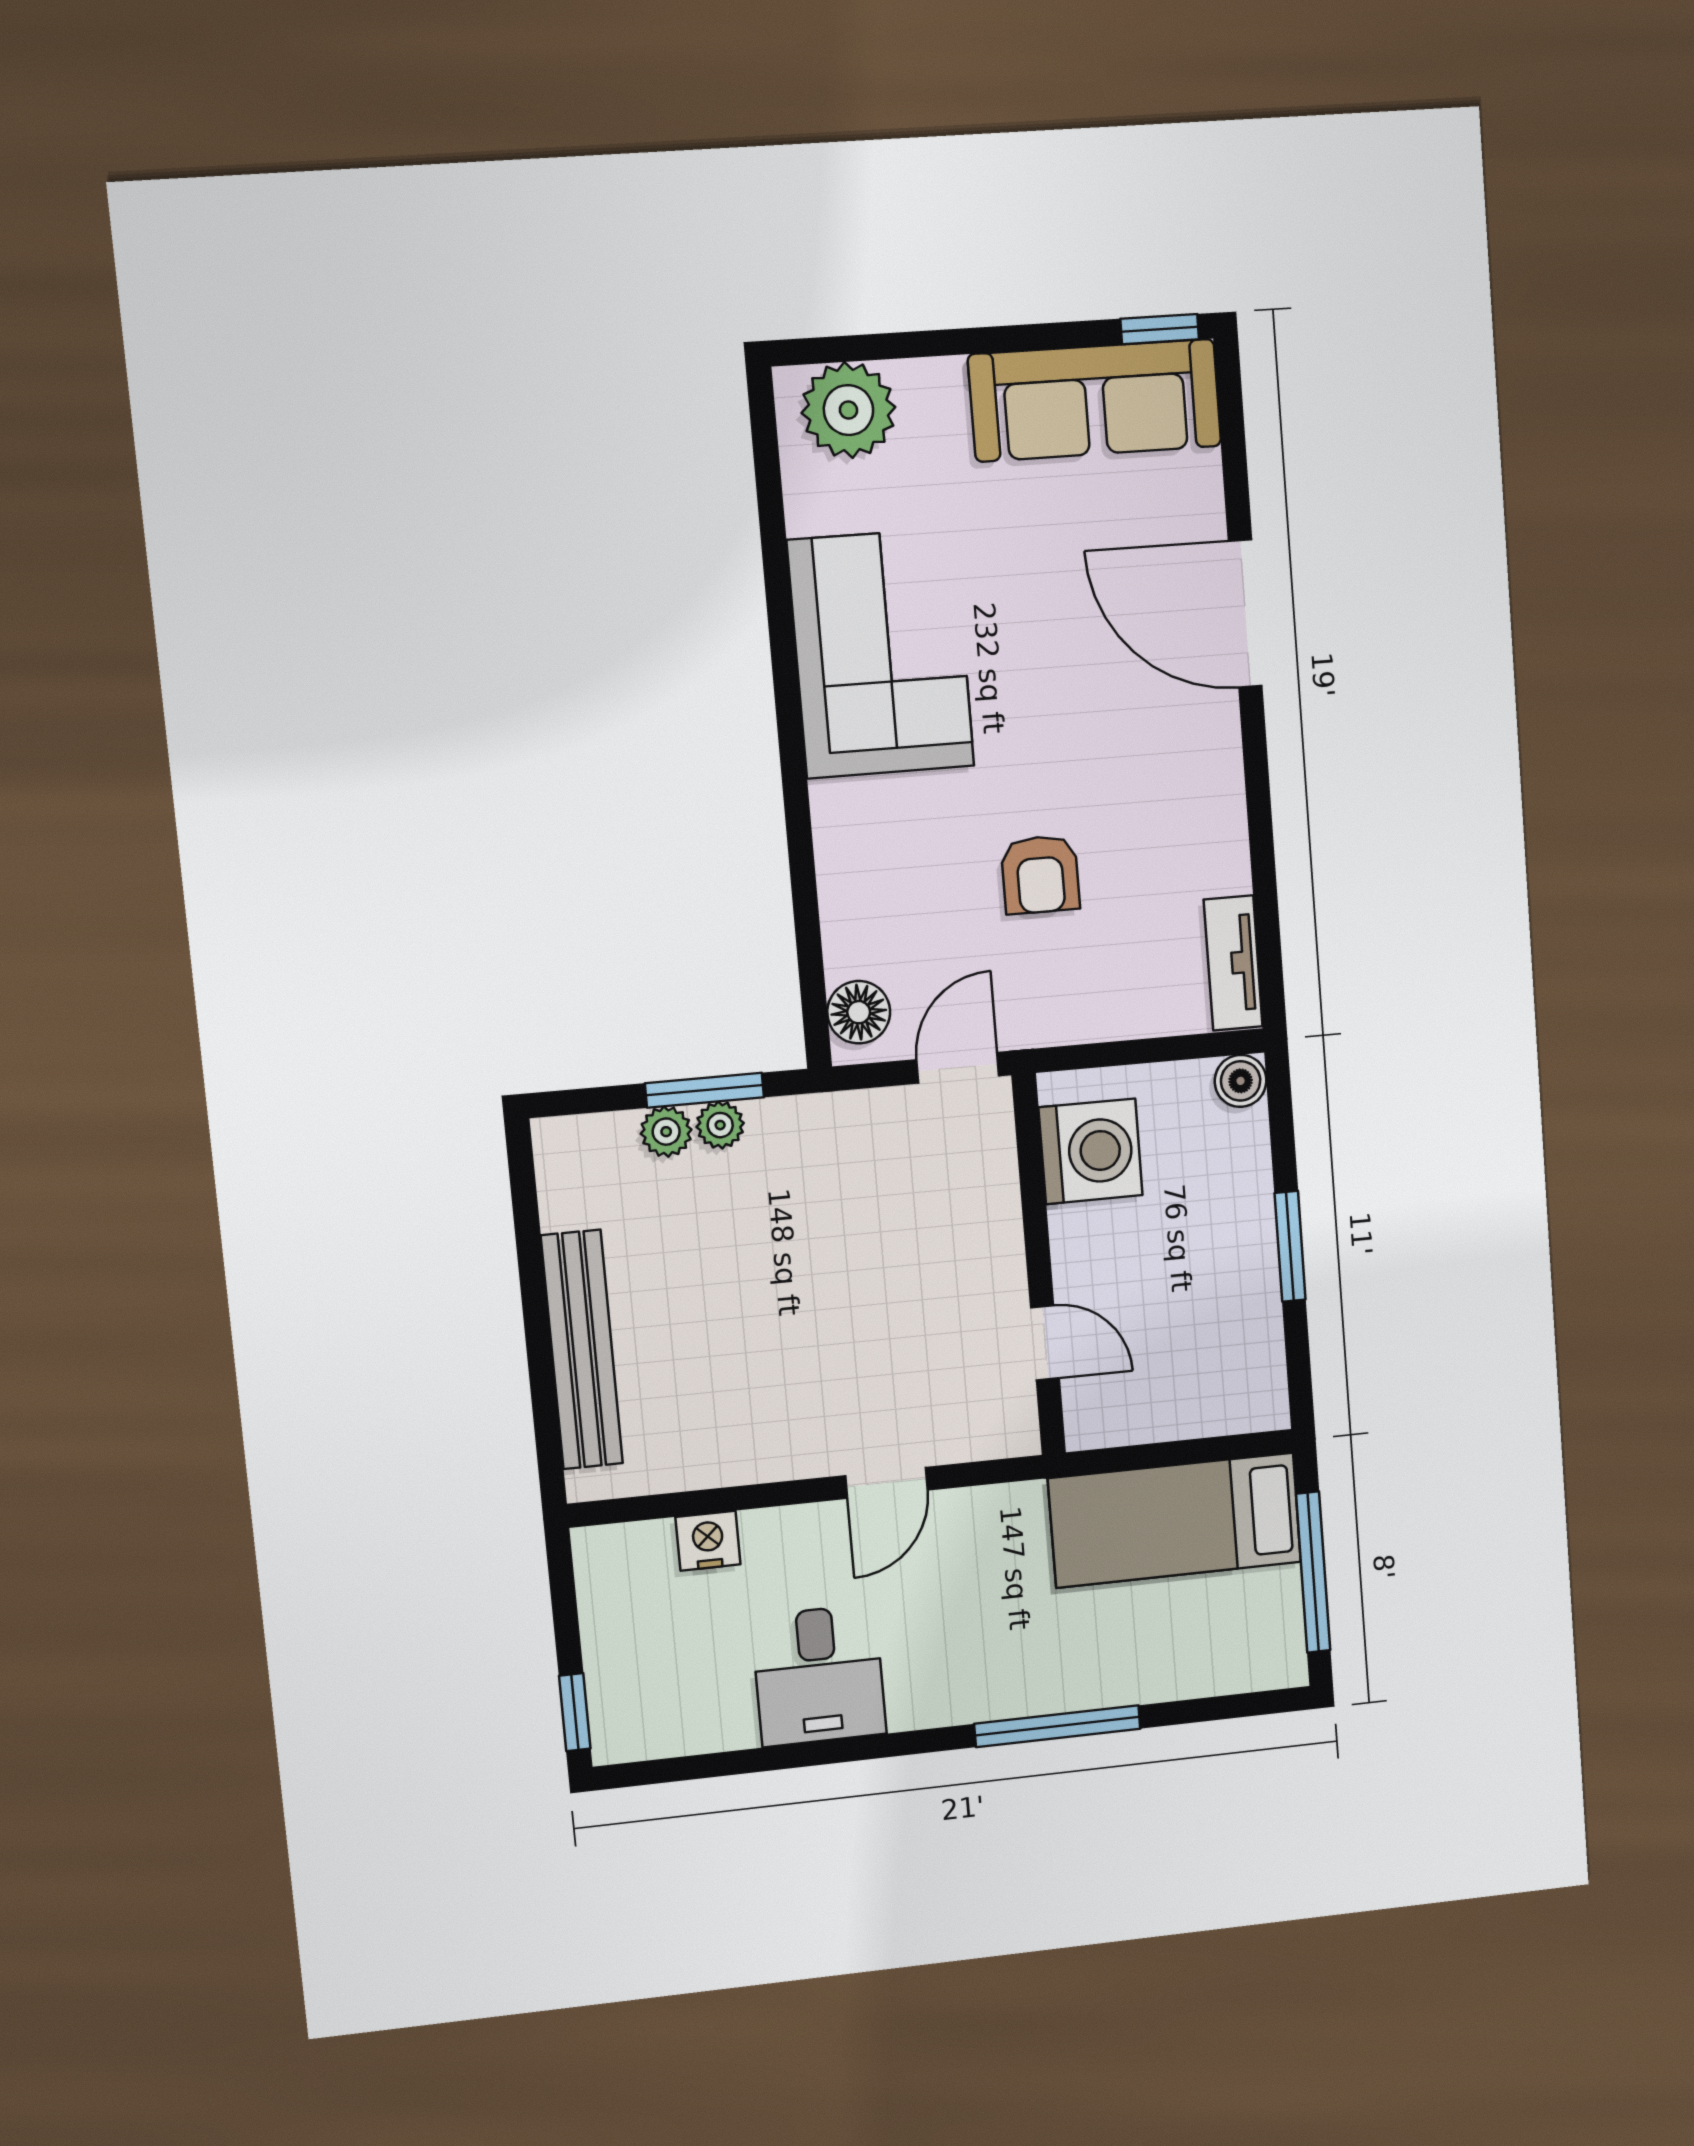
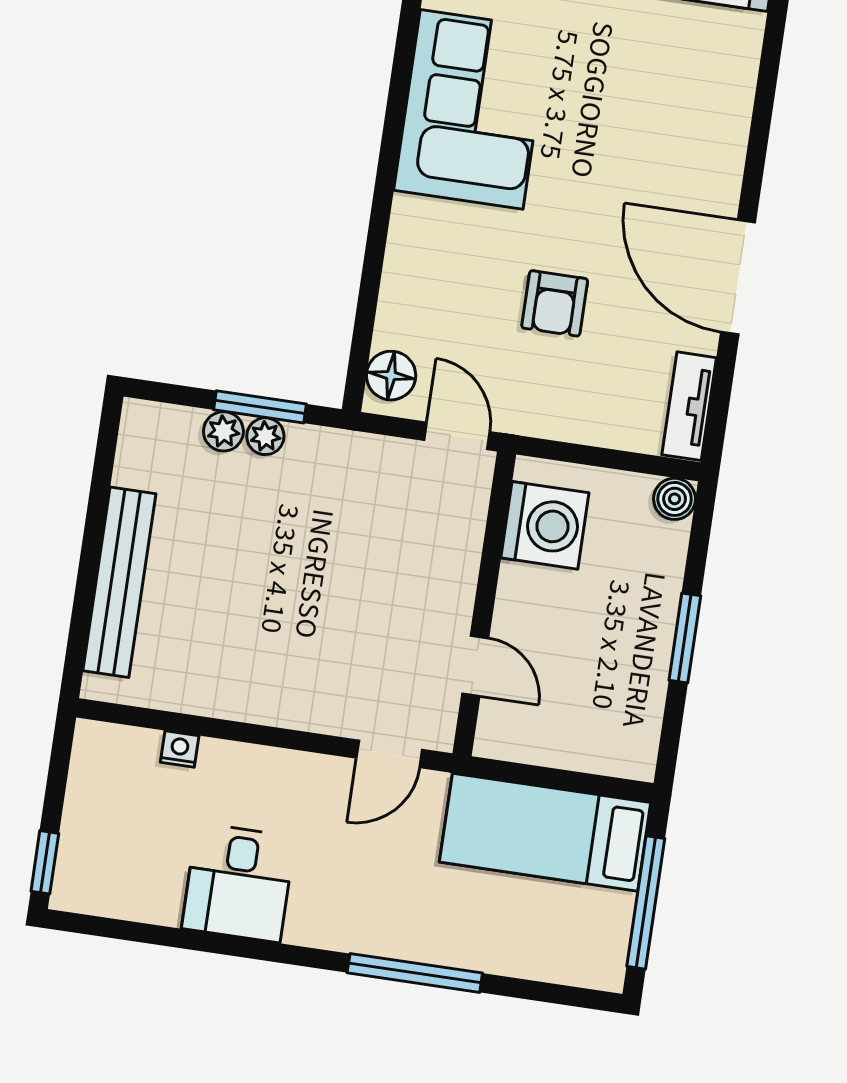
door: (1245, 614) -> (738, 277), moved
door: (958, 1068) -> (457, 436), hinge flipped
door: (886, 1483) -> (389, 754), moved
nightstand: (708, 1541) -> (180, 749), width x0.72, depth x0.74

